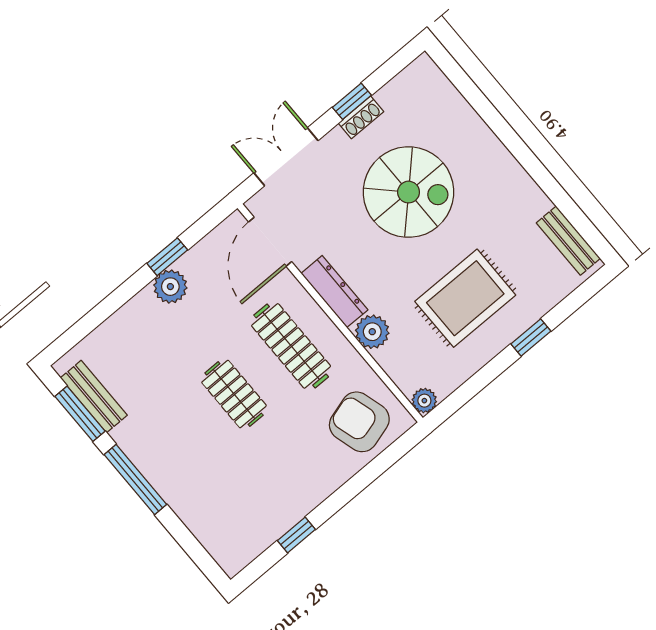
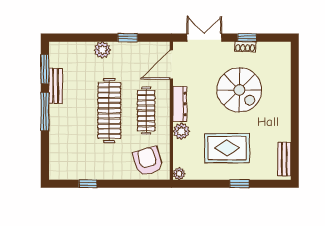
plant: (170, 287) -> (102, 50), moved
clothes rail: (234, 394) -> (109, 111), width x1.86, depth x1.31
bench: (94, 397) -> (56, 86), moved

